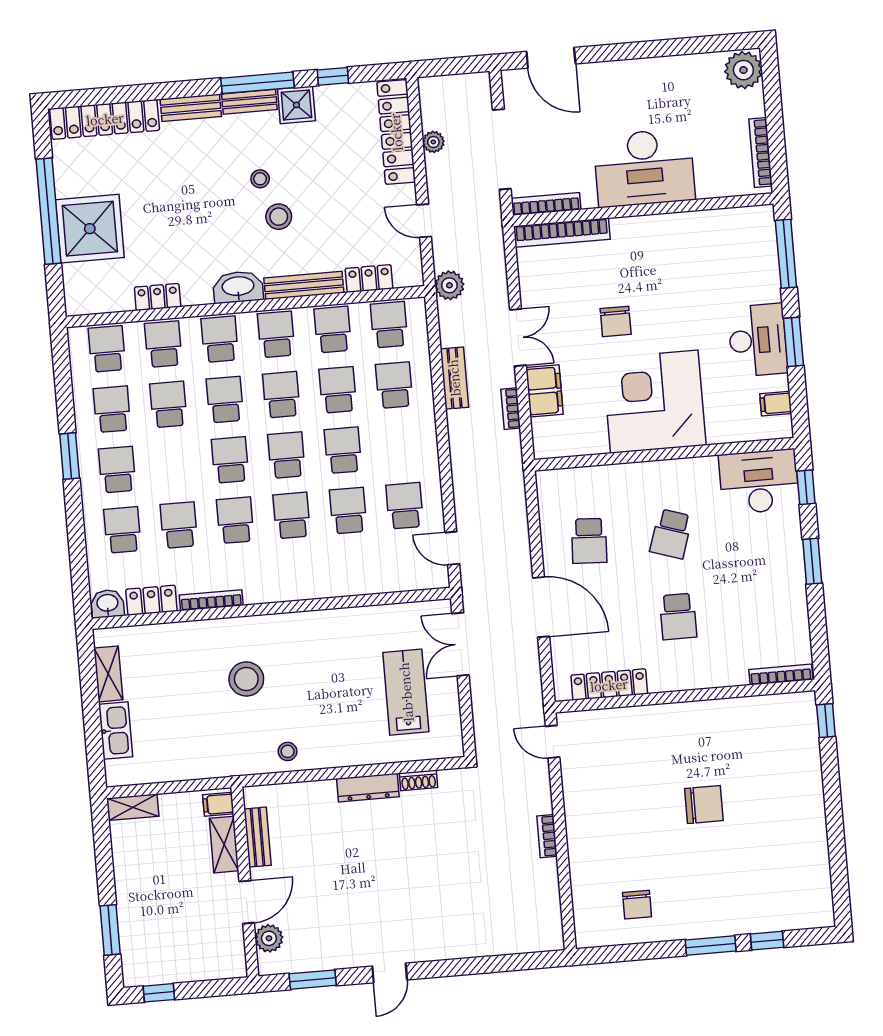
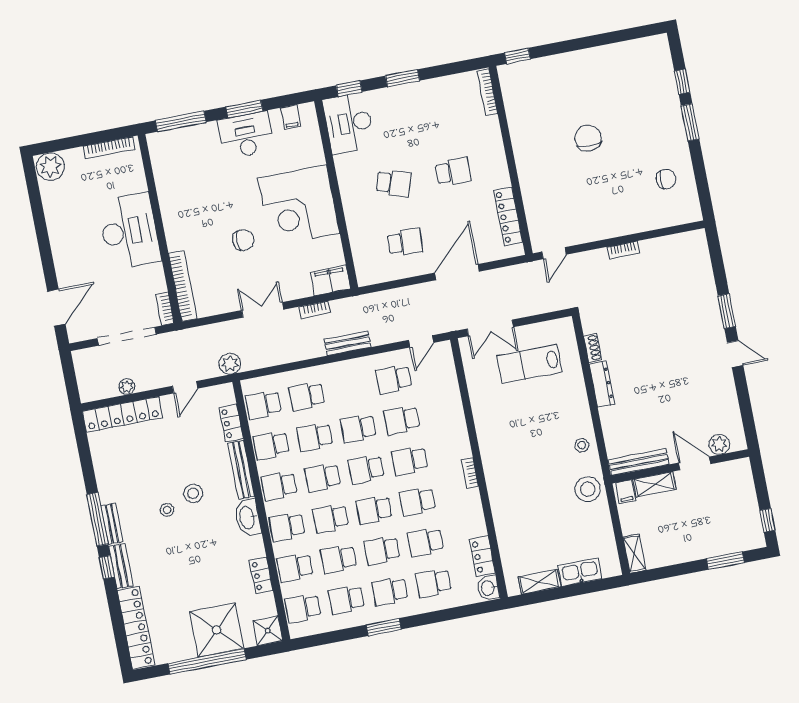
window: (333, 76) -> (107, 567), moved
shower: (296, 105) -> (268, 631), moved
bookcase: (546, 204) -> (165, 309), width x0.64
bench: (454, 378) -> (348, 343), moved
filing cabinet: (544, 391) -> (330, 280), moved
school desk: (174, 465) -> (382, 551), added
bookcase: (211, 600) -> (470, 473), moved, width x0.64
stool: (246, 679) -> (588, 489), moved
bench: (258, 837) -> (639, 462), width x1.36
window: (313, 980) -> (727, 311), moved

